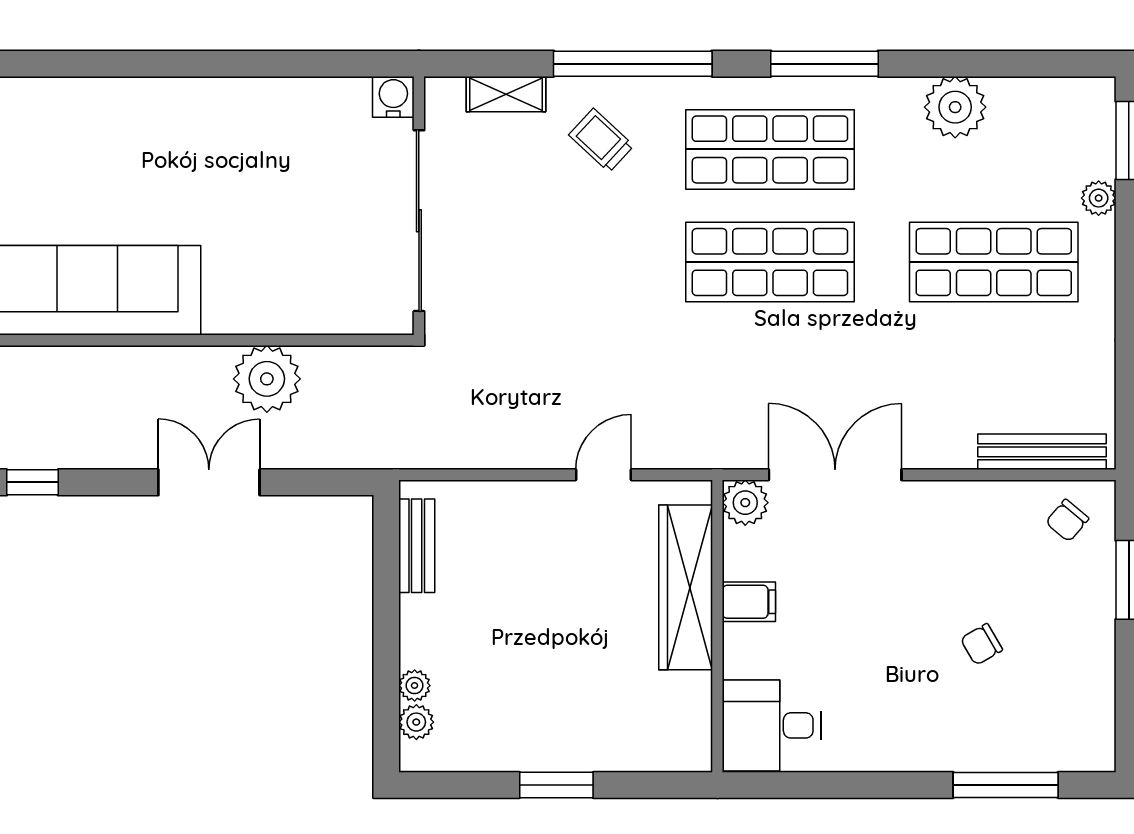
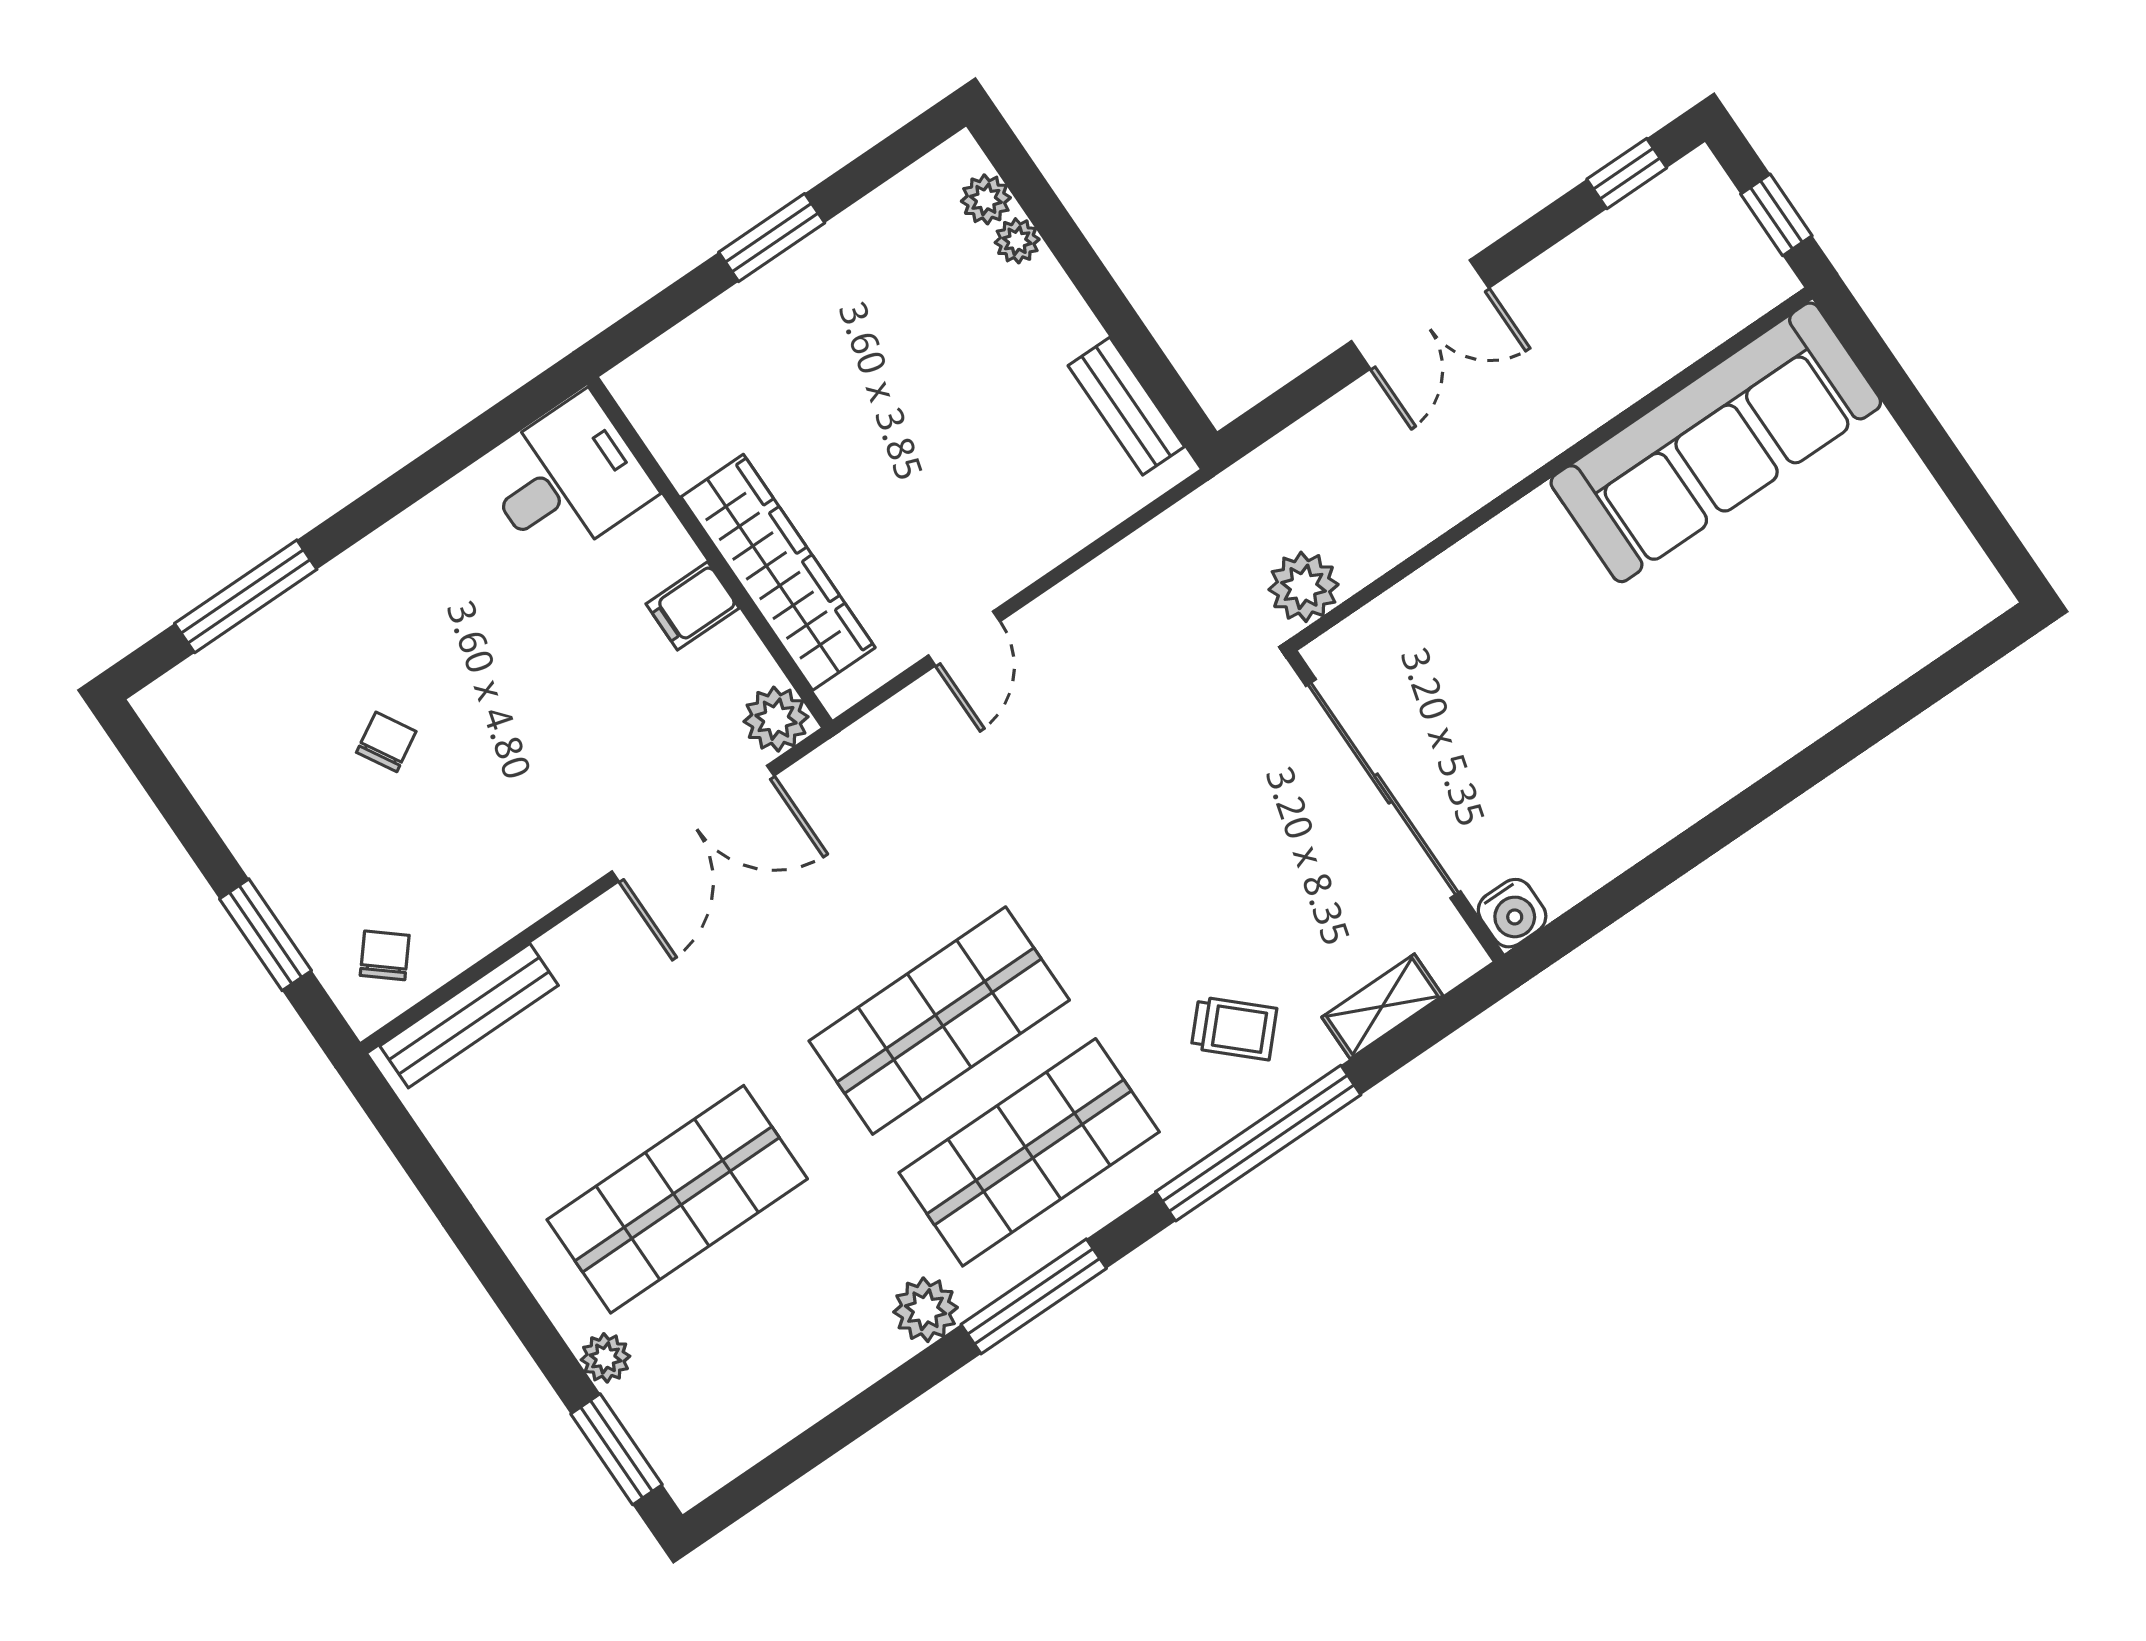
plant: (955, 107) -> (926, 1310), moved, width x0.73, depth x0.73
plant: (267, 379) -> (1303, 587), moved, width x0.73, depth x0.73

